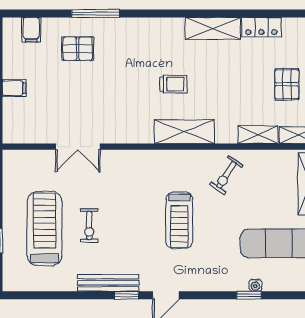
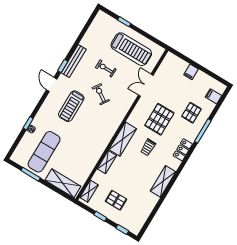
locker: (261, 27) -> (183, 150), moved
pallet: (118, 93) -> (159, 119), added
shelving: (258, 135) -> (107, 162), moved
exercise bike: (226, 175) -> (101, 94), moved
treadmill: (179, 220) -> (71, 106), moved, turned -90
treadmill: (45, 229) -> (131, 49), moved

